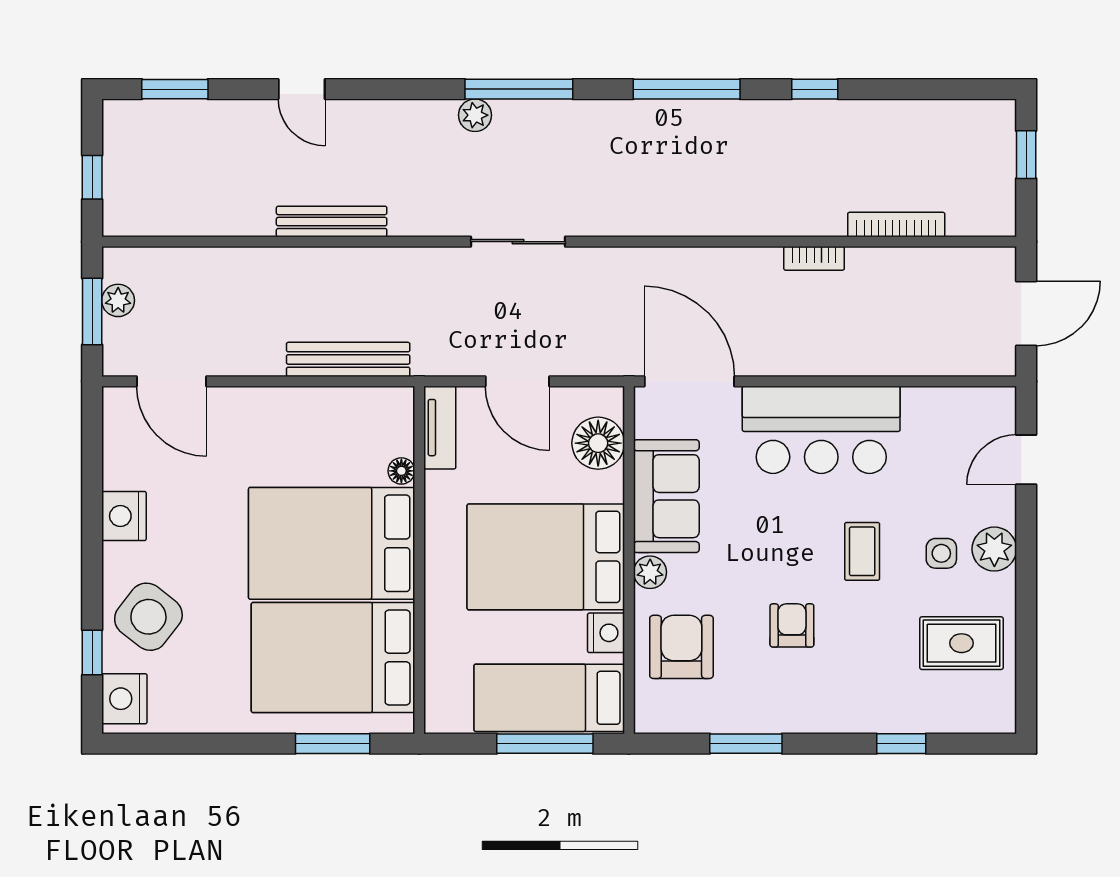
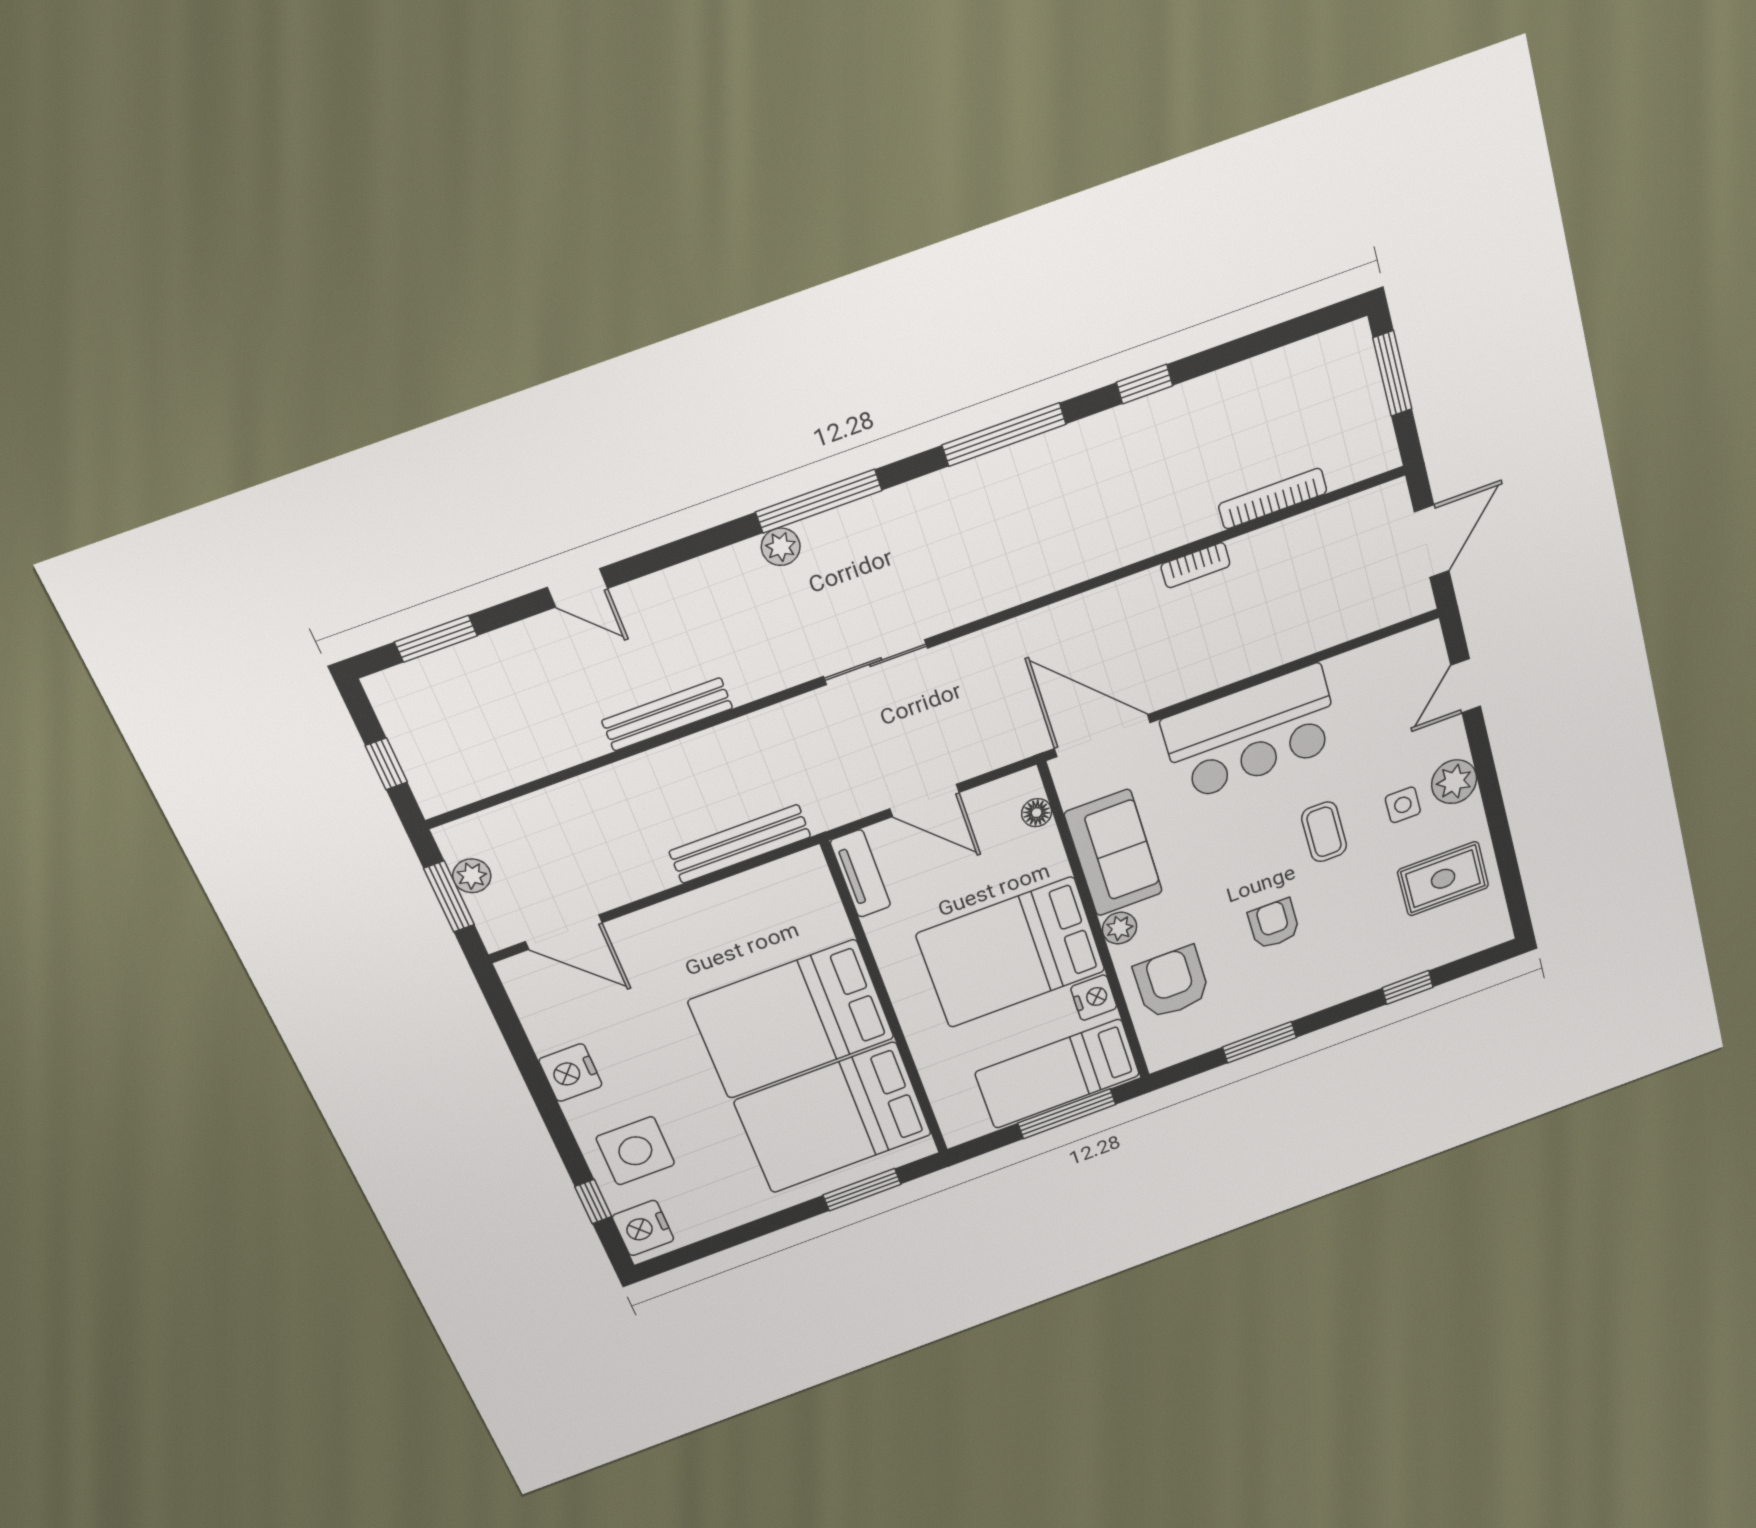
window: (1026, 155) -> (1392, 374), width x1.50
floor lamp: (598, 443) -> (1037, 813), width x0.53, depth x0.53
floor lamp: (401, 471) -> (836, 928), removed
side table: (148, 617) -> (635, 1151), turned -38

